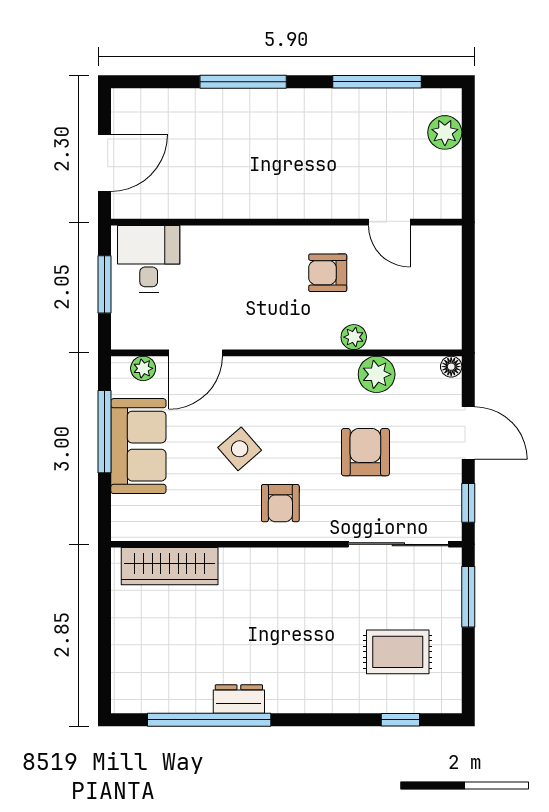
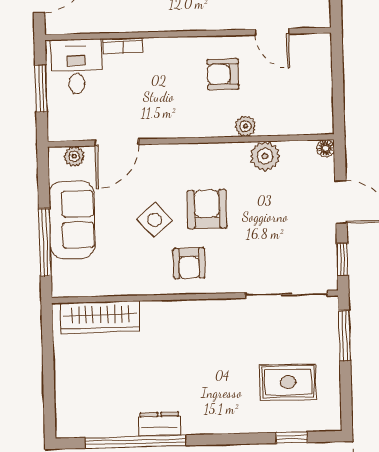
bookcase: (206, 235) -> (123, 46), added
window: (104, 432) -> (45, 242), moved
armchair: (365, 452) -> (207, 209), moved

